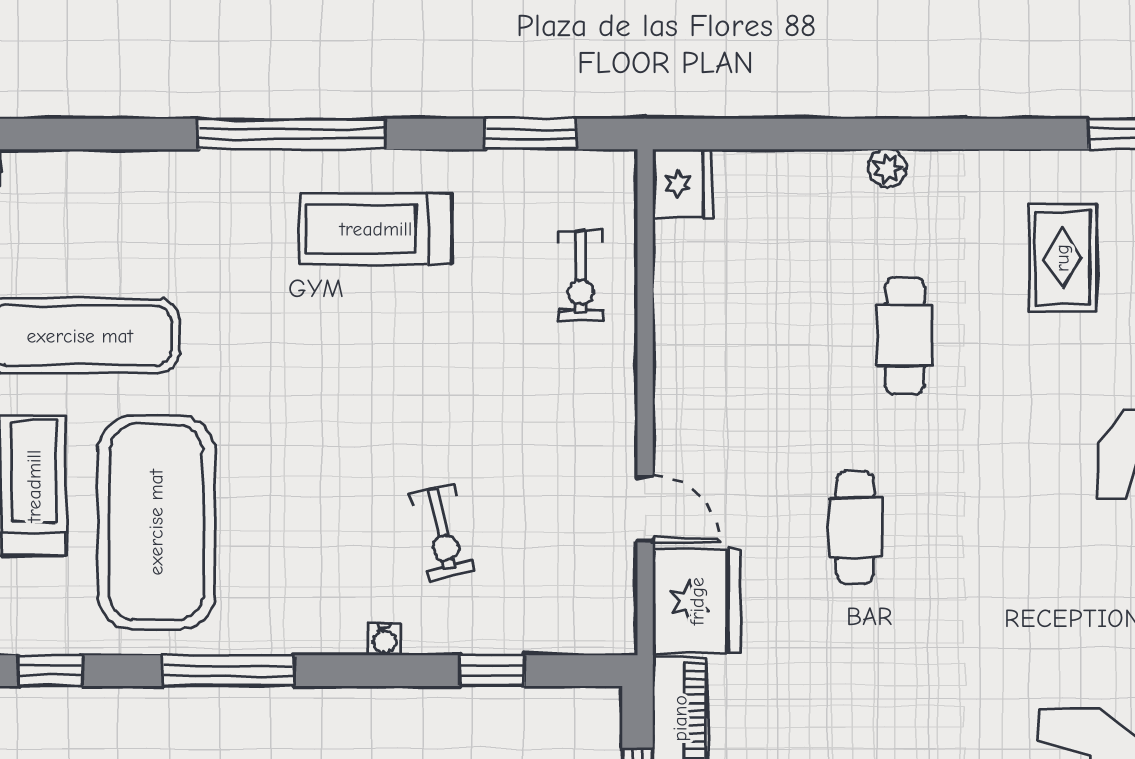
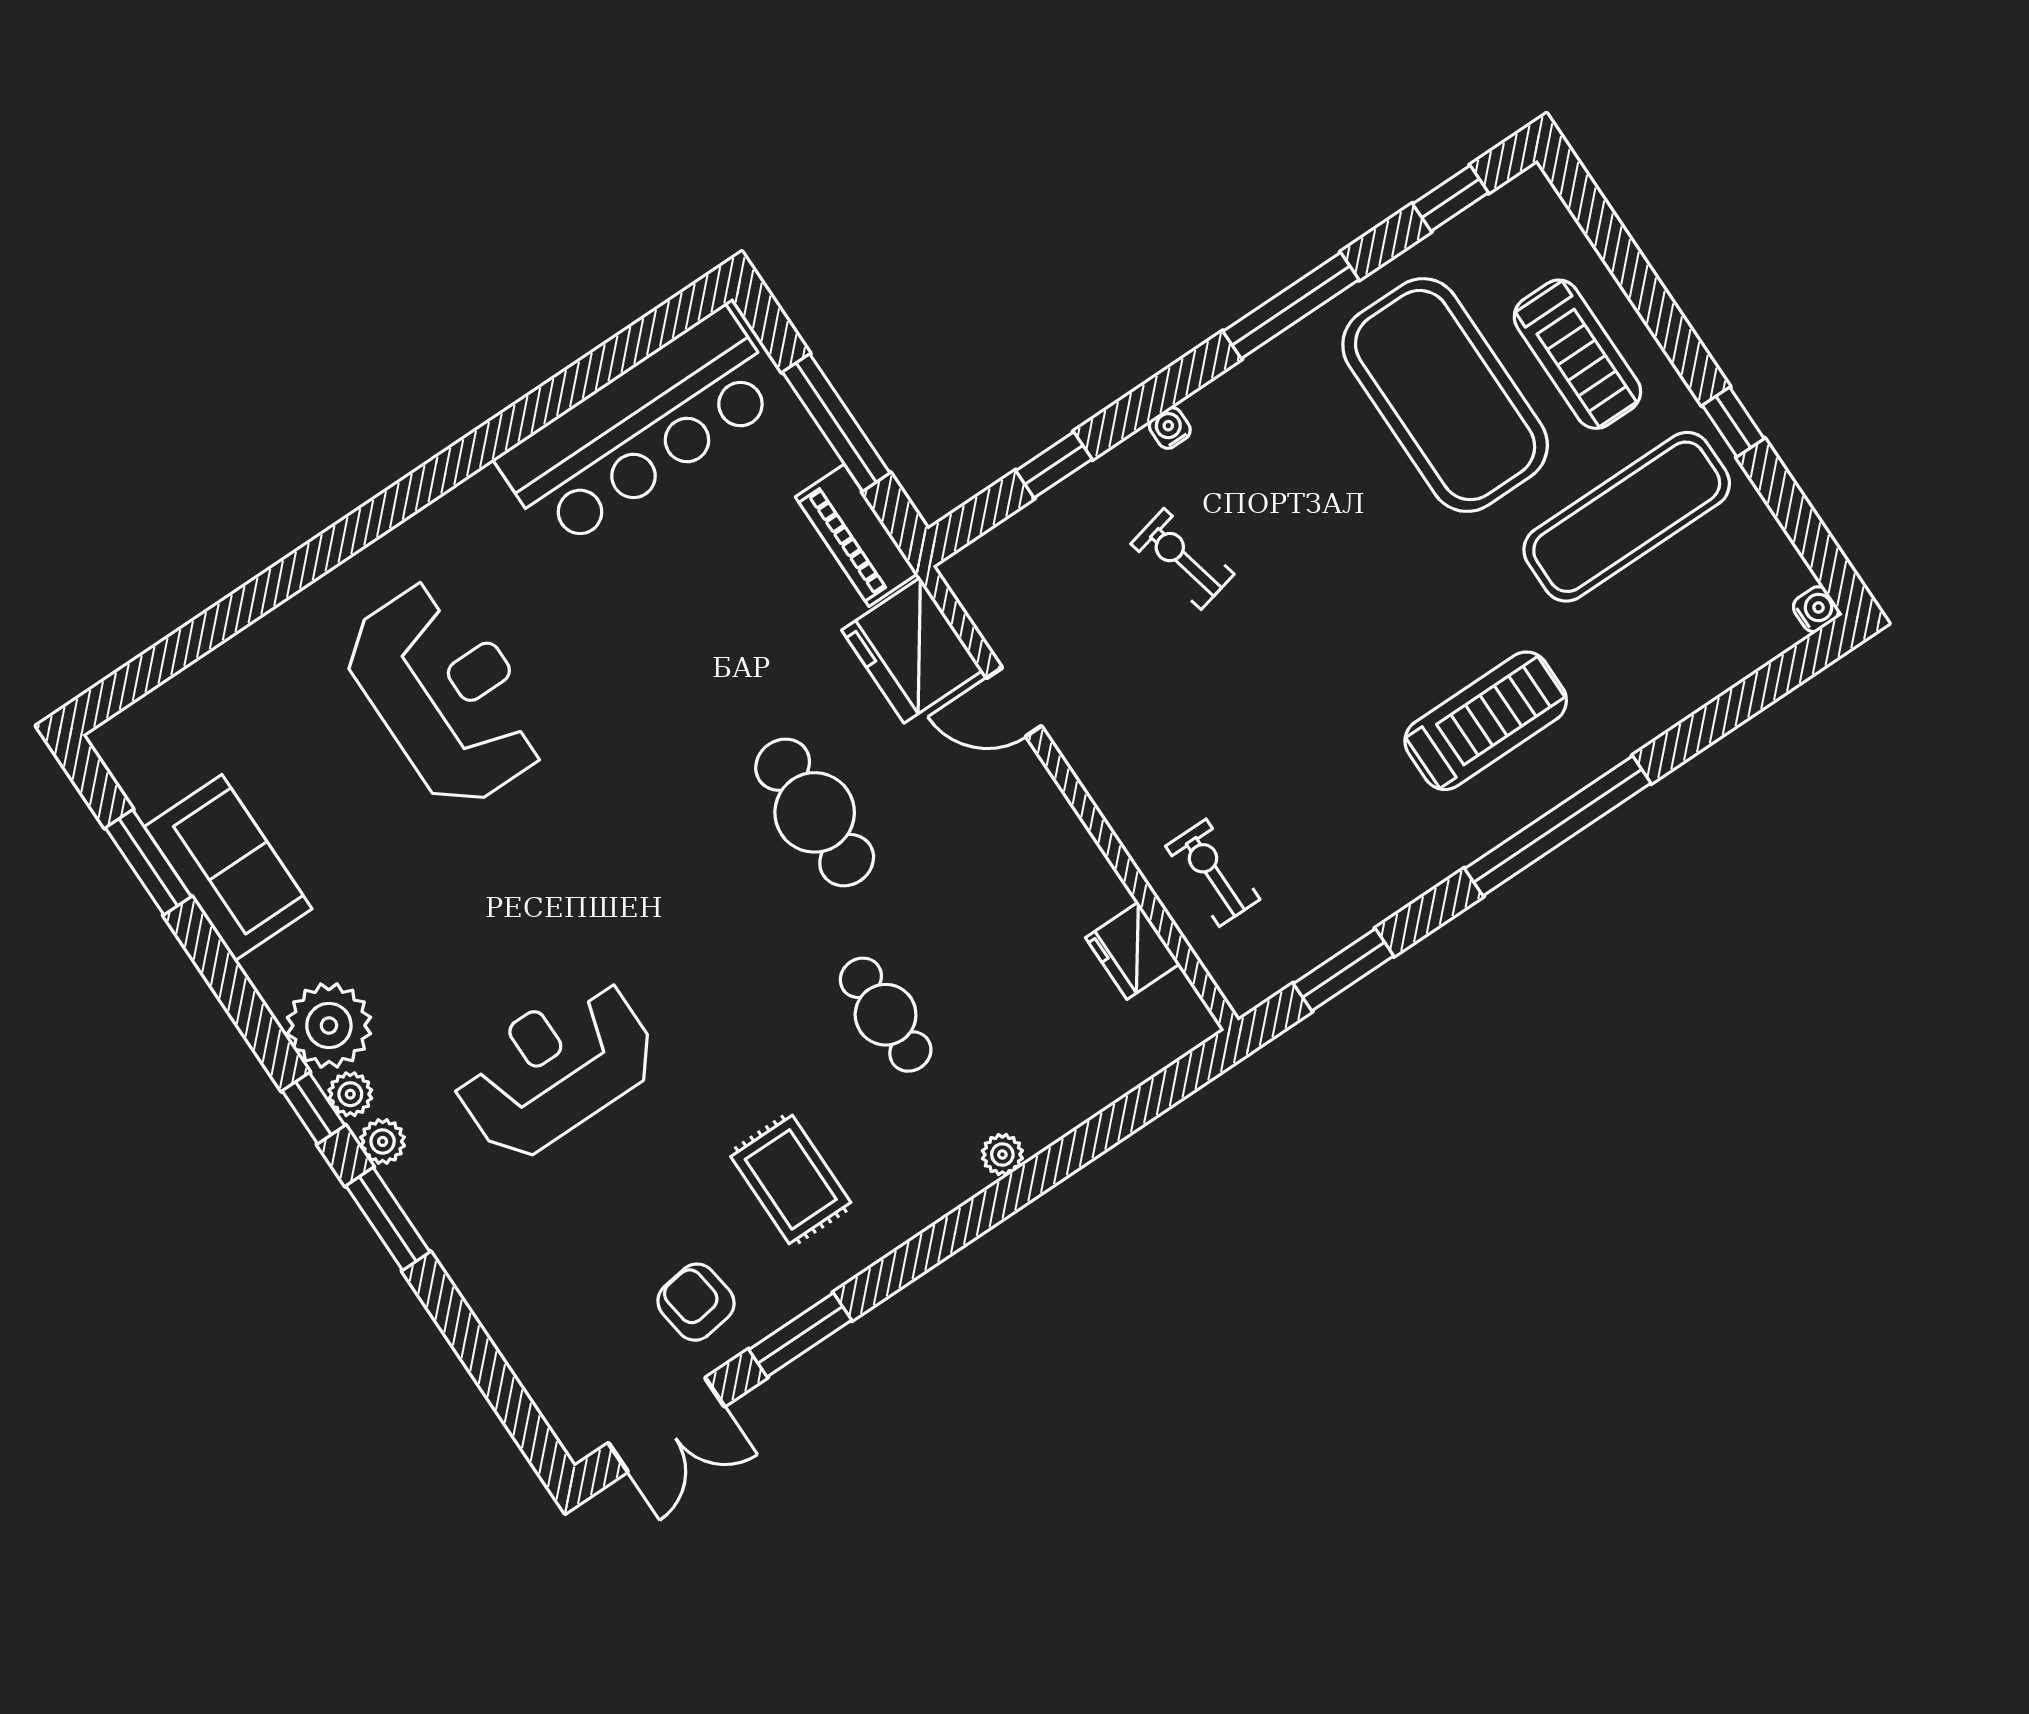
fridge: (682, 184) -> (1133, 951), moved
treadmill: (376, 229) -> (1486, 721), moved
cafe table: (855, 527) -> (815, 812), width x1.37, depth x1.35

